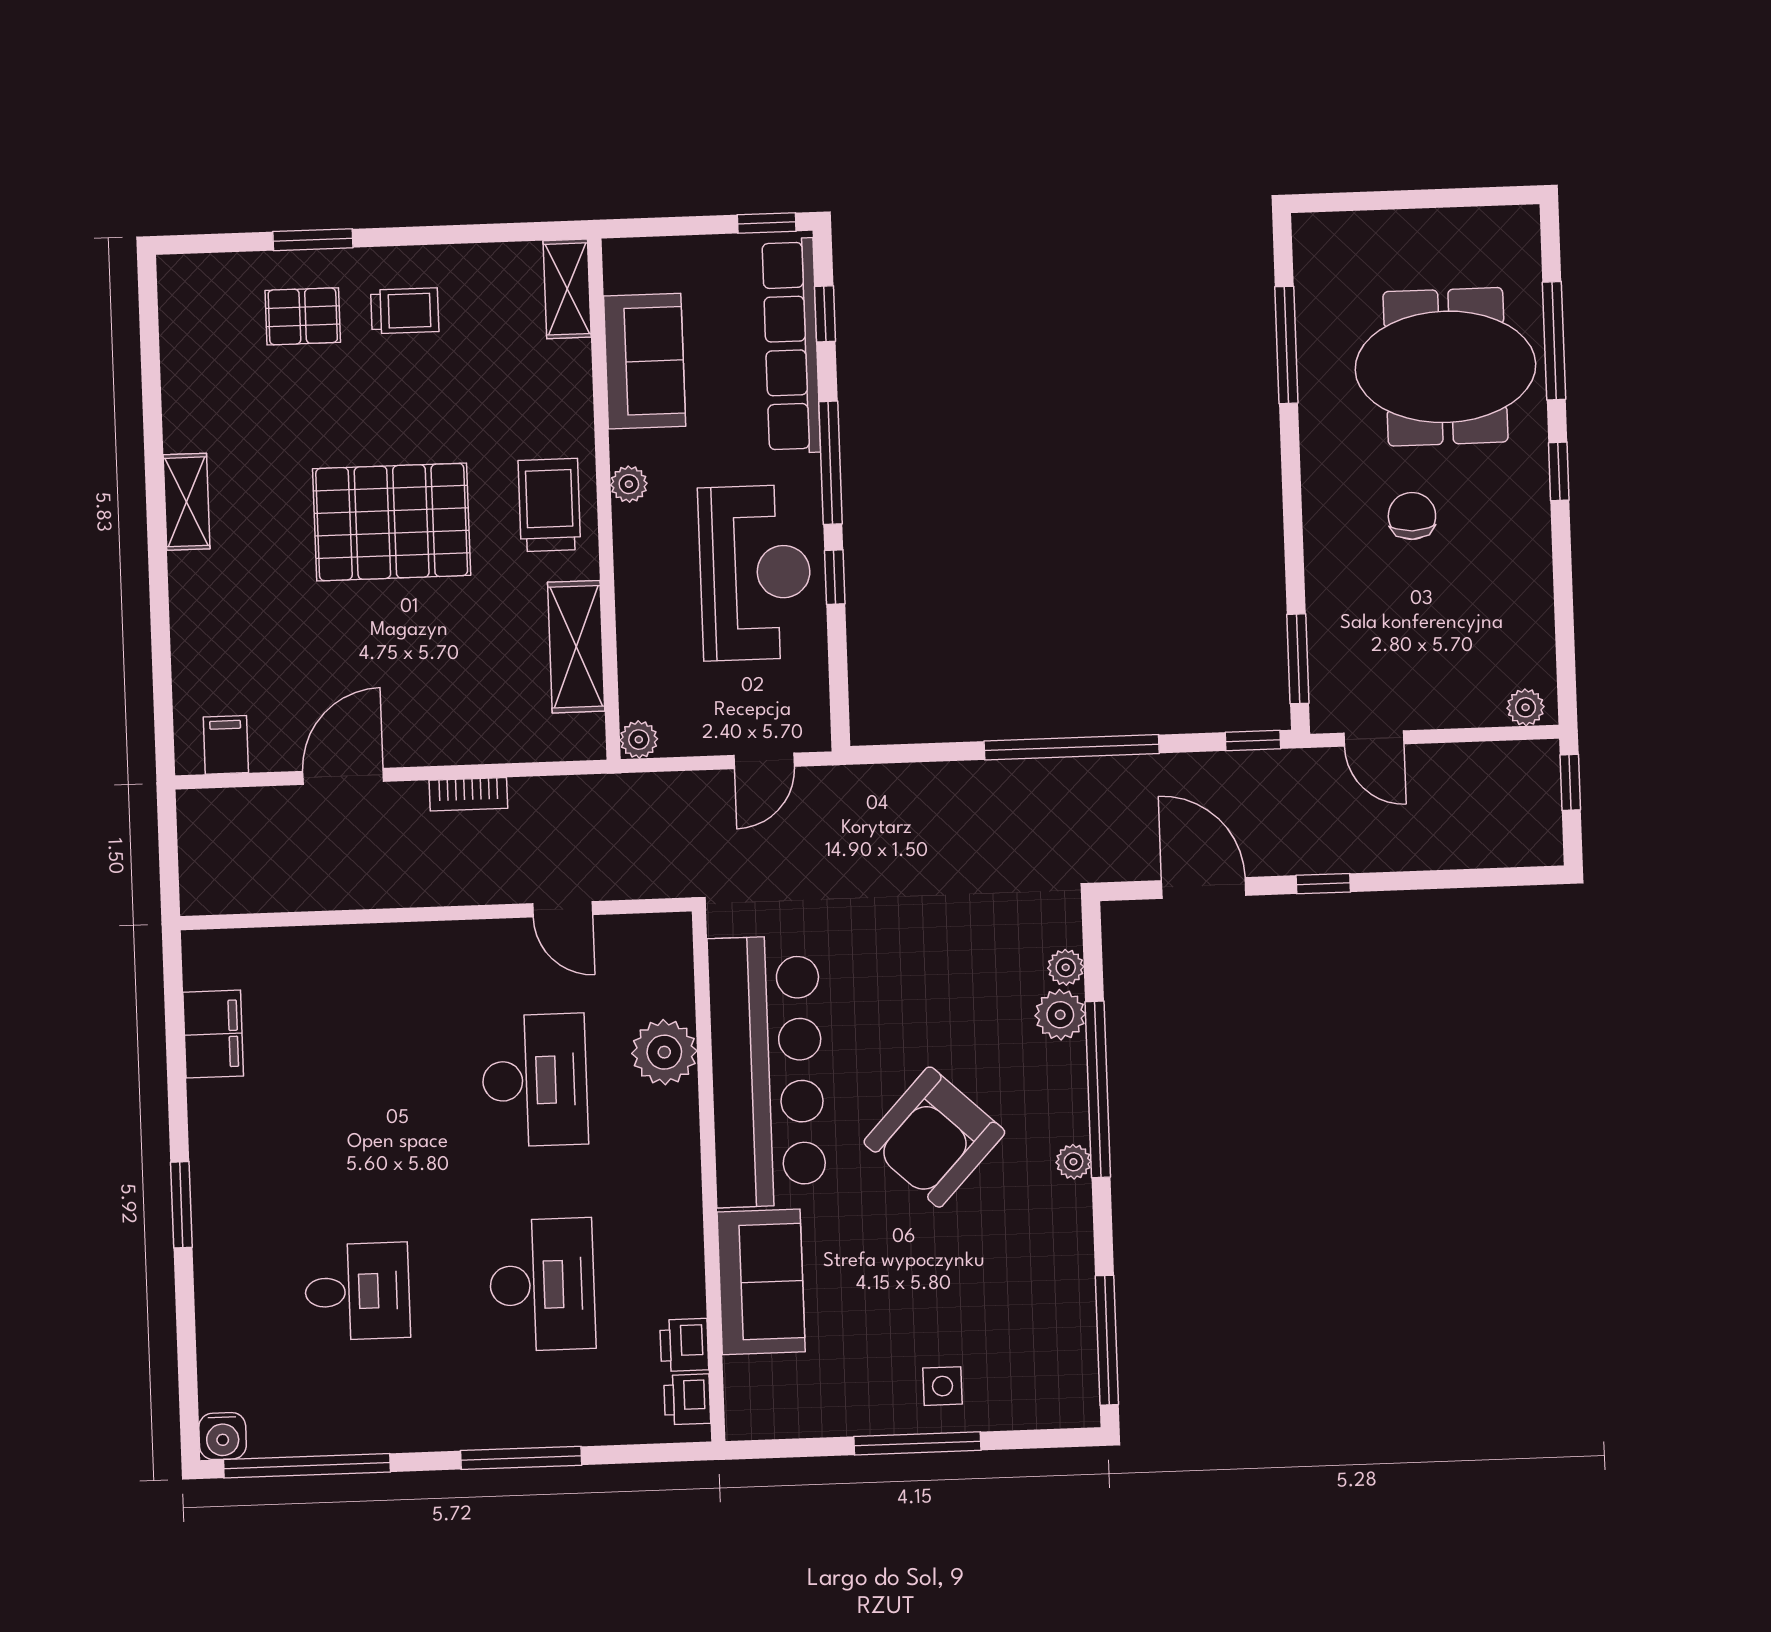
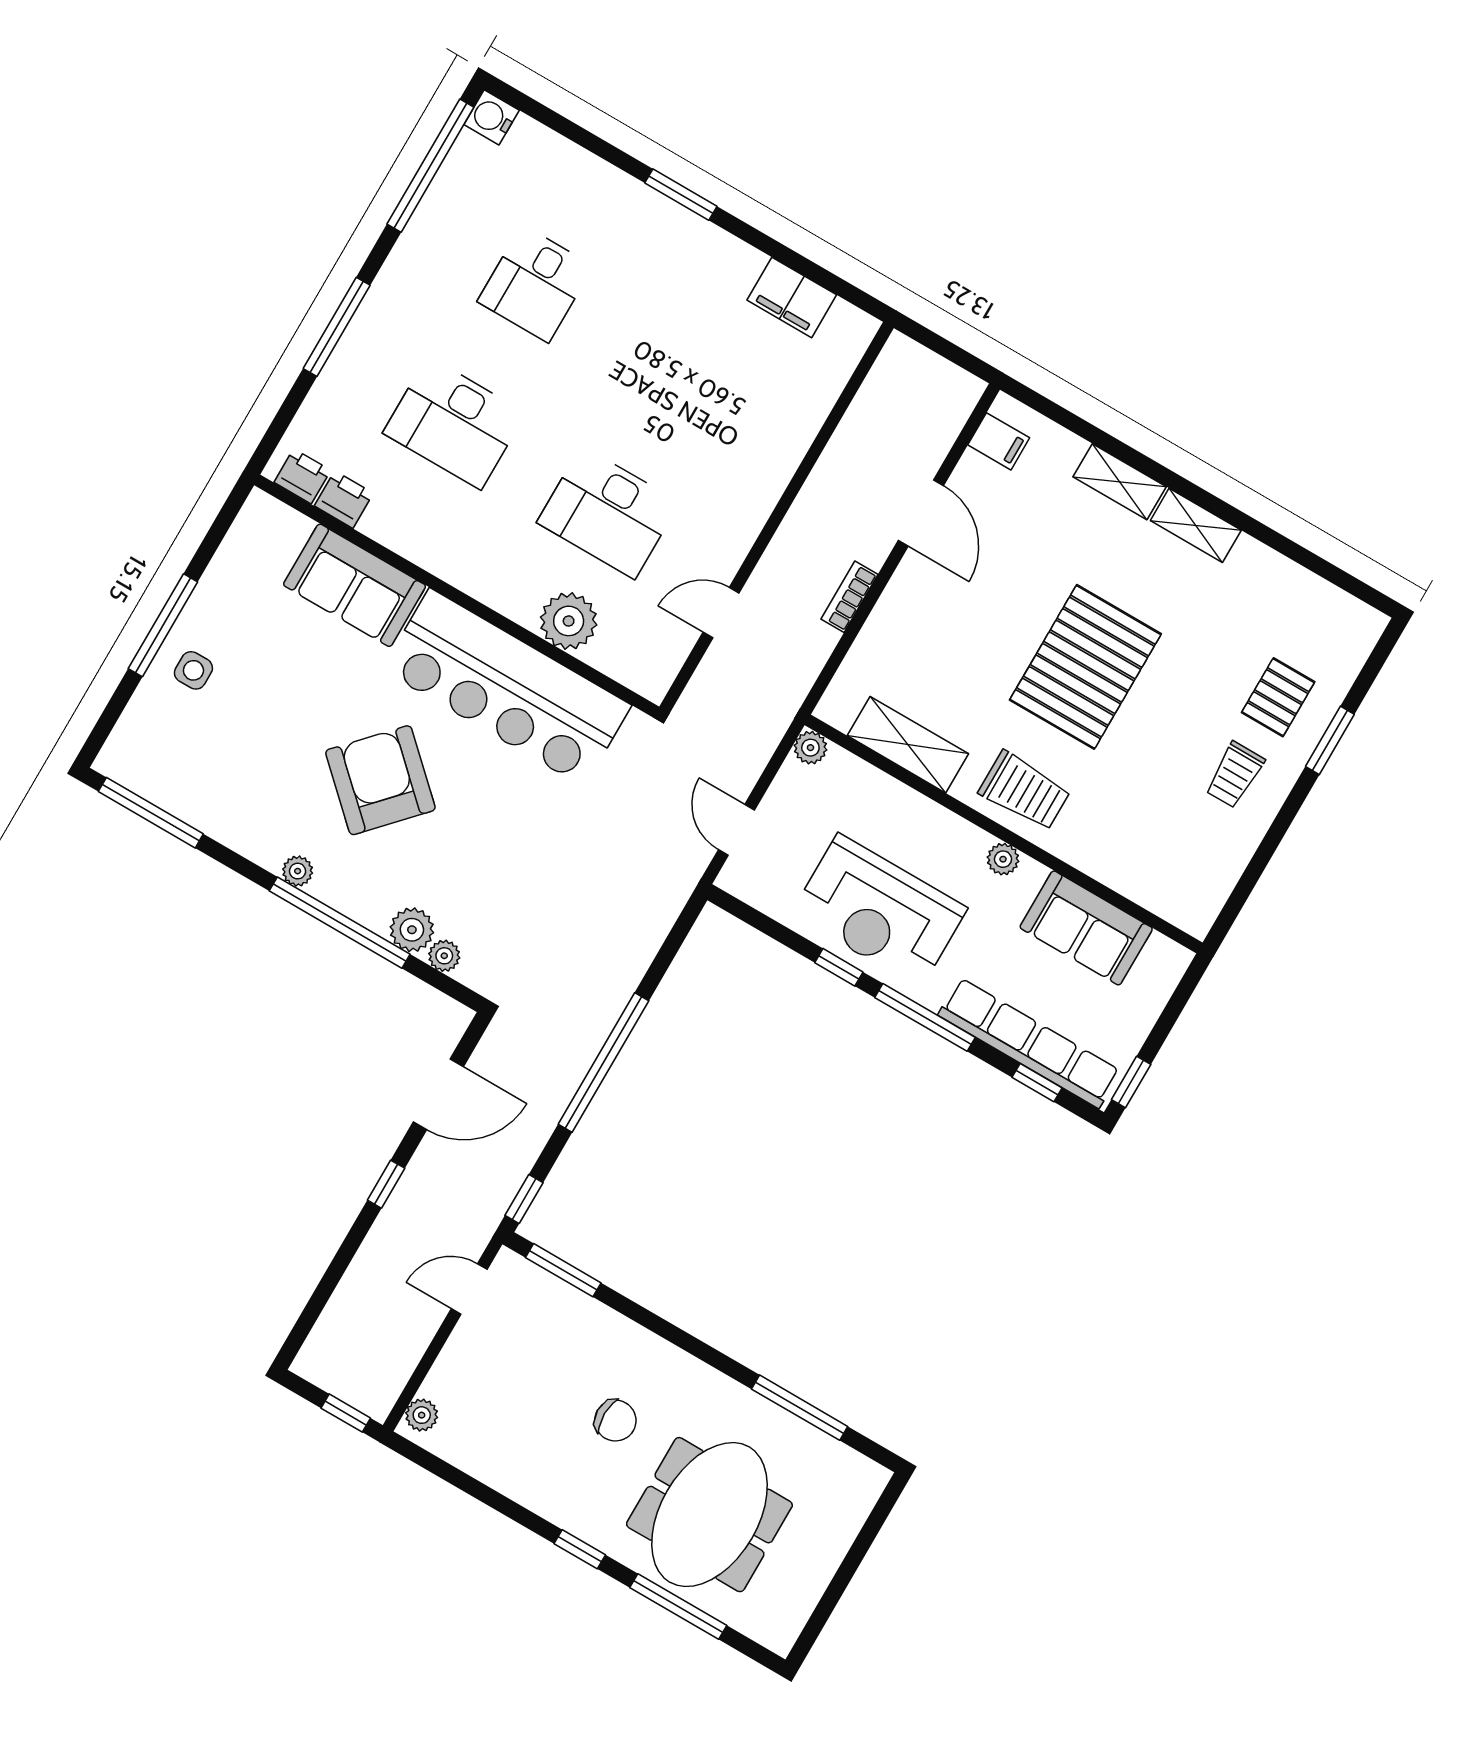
shelving: (567, 289) -> (1120, 482), moved

